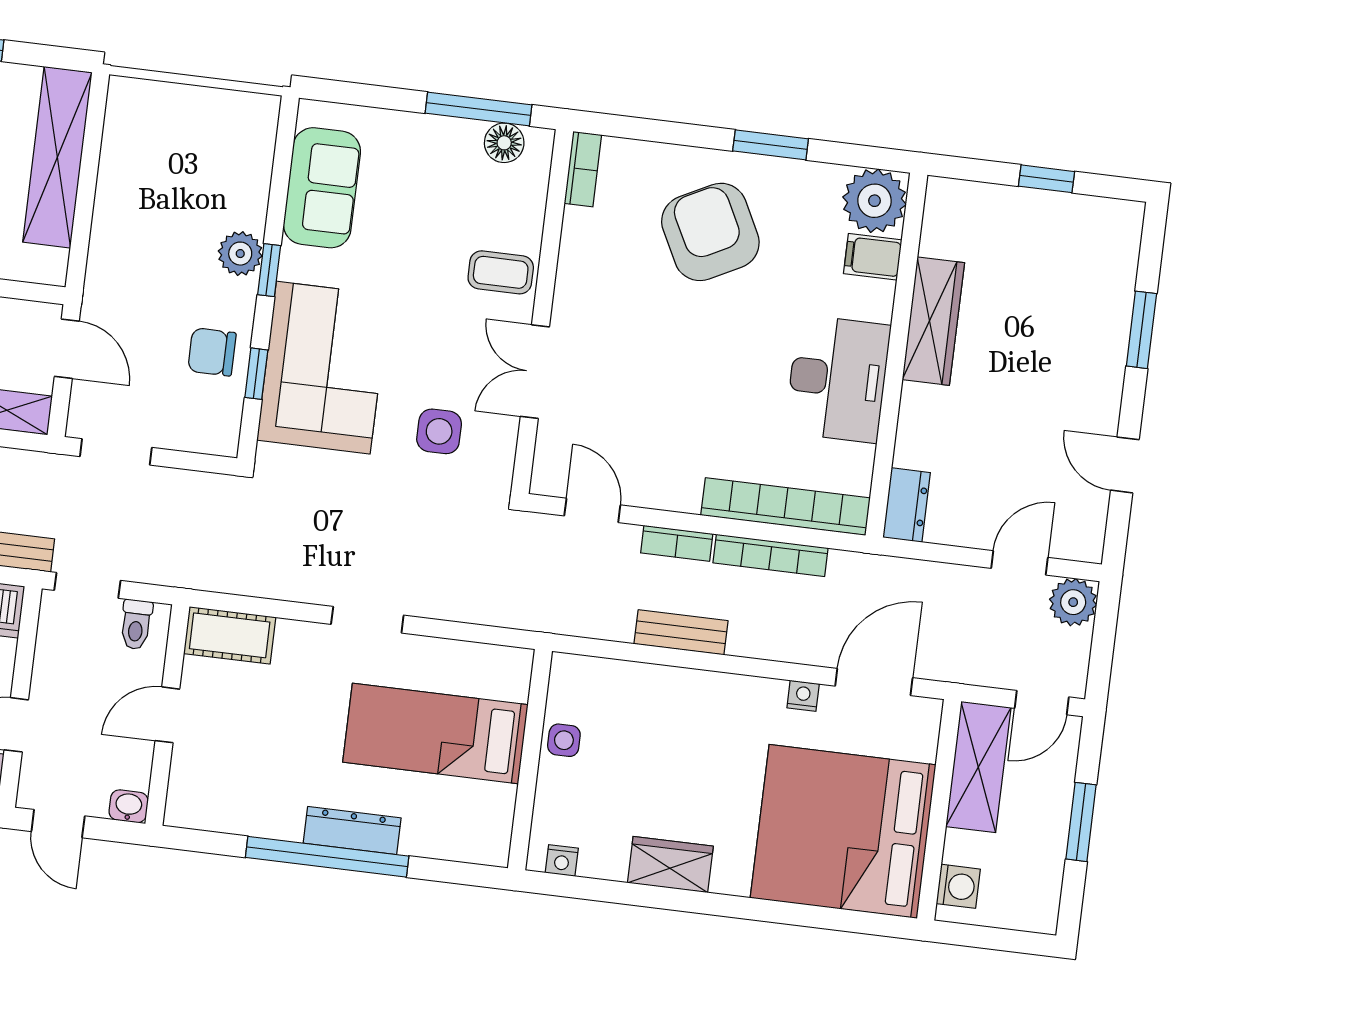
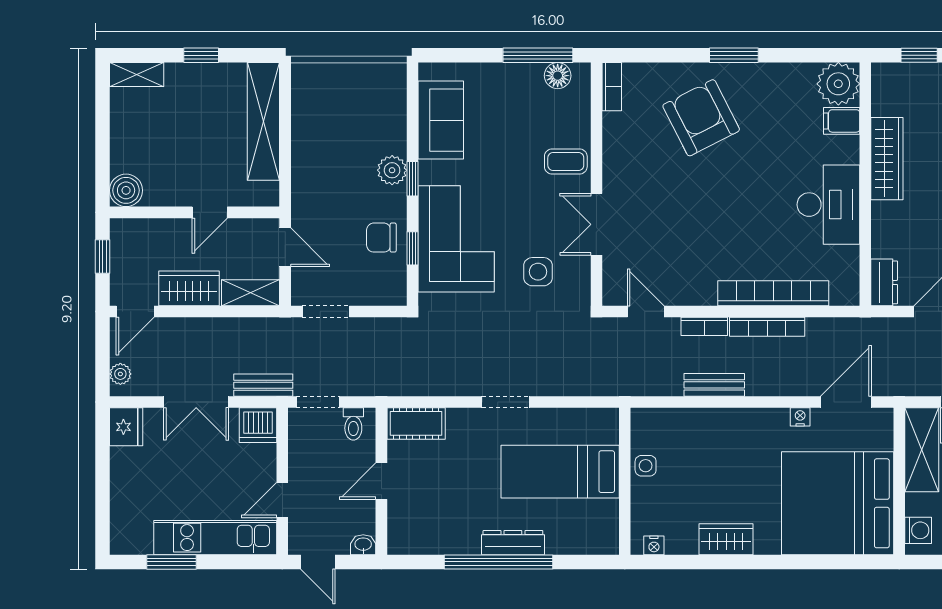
plant: (875, 201) -> (838, 84), moved
filing cabinet: (873, 257) -> (842, 121), moved
wardrobe: (933, 321) -> (887, 159), moved
wall: (896, 355) -> (865, 184), moved
desk: (838, 379) -> (828, 205), moved
dresser: (907, 505) -> (884, 282), moved

